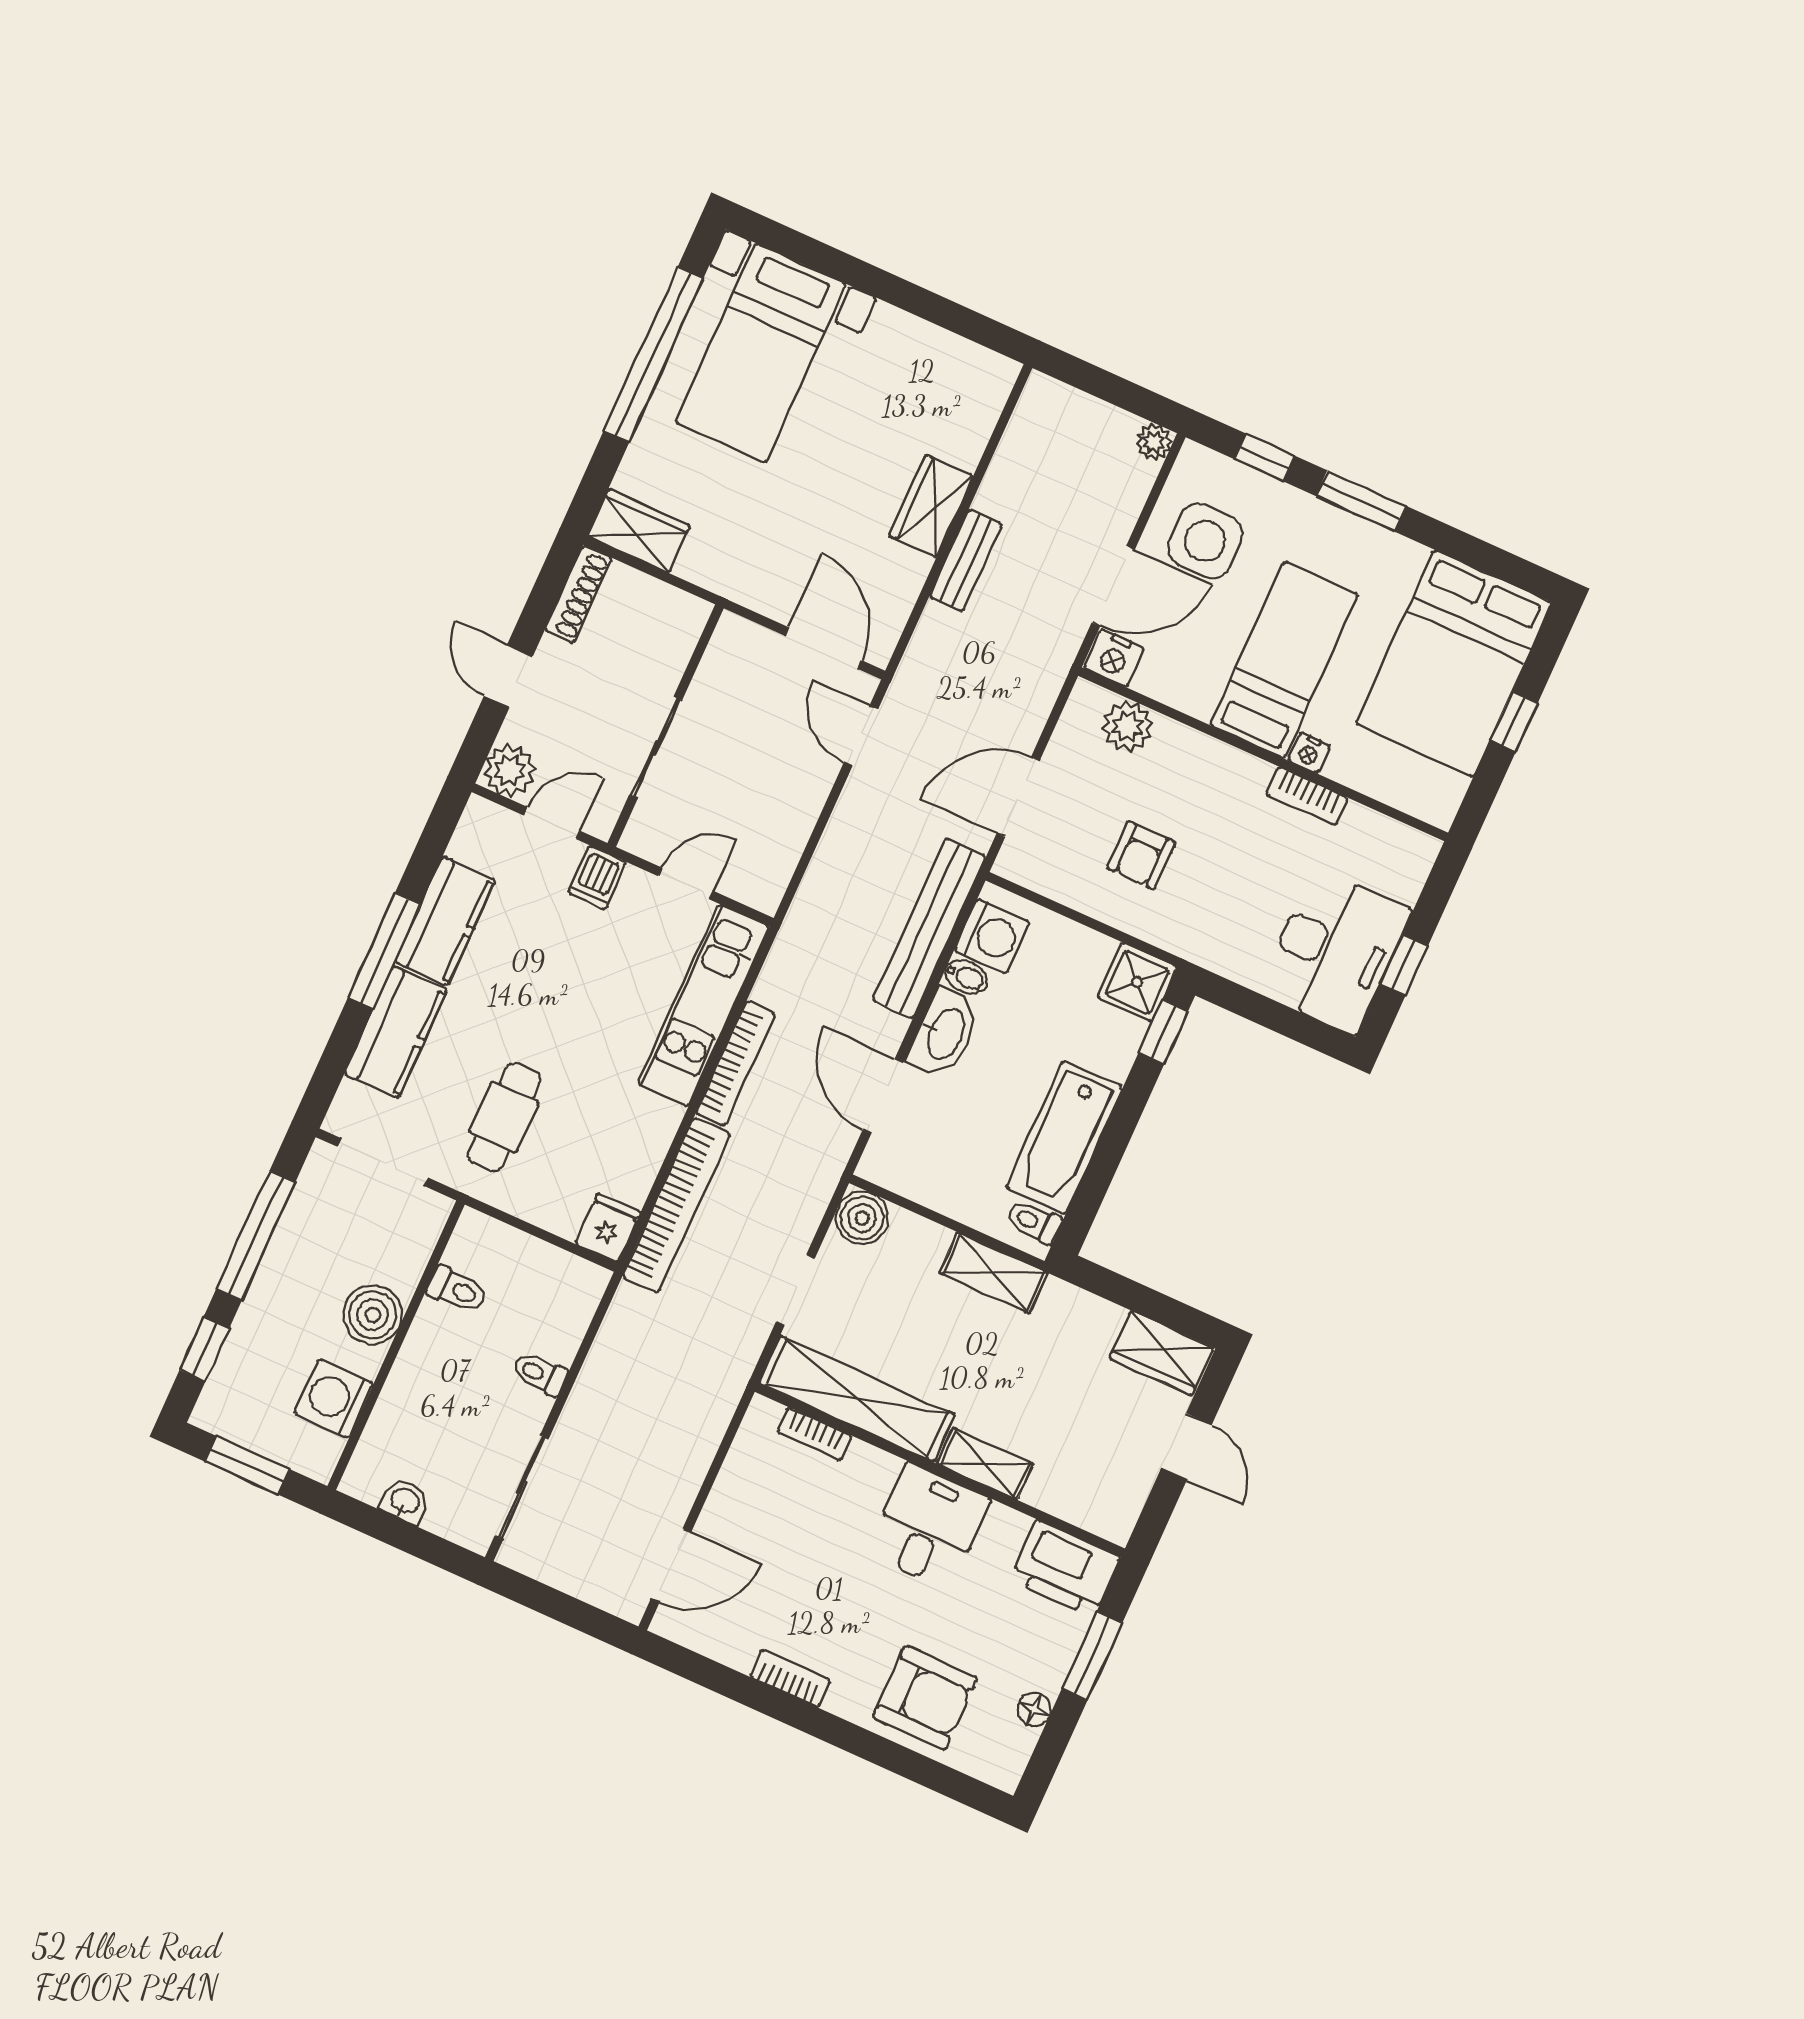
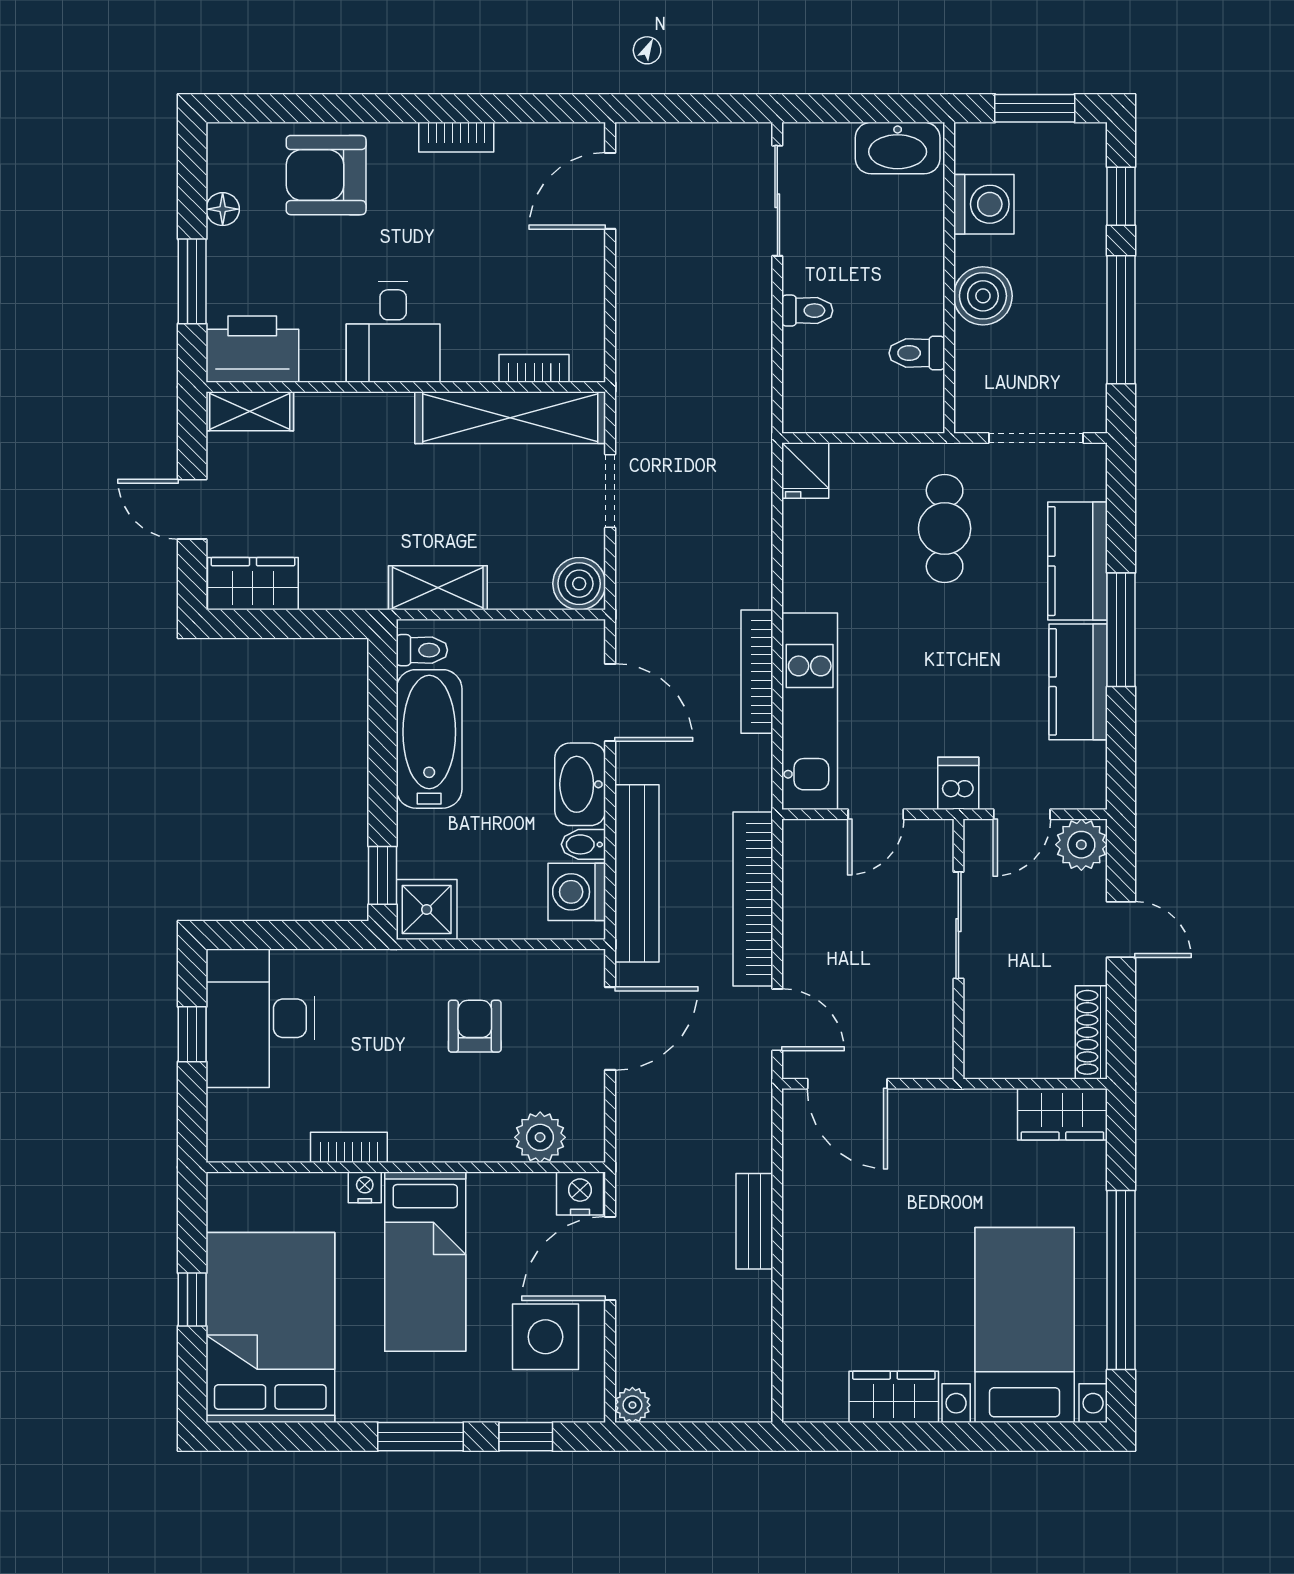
wardrobe: (931, 506) -> (894, 1397), moved, turned -90
bookcase: (676, 1205) -> (753, 899), moved
shelving: (985, 1464) -> (250, 411), moved
washbasin: (405, 1501) -> (898, 148), width x1.91, depth x1.45

